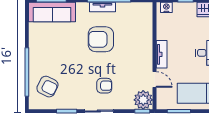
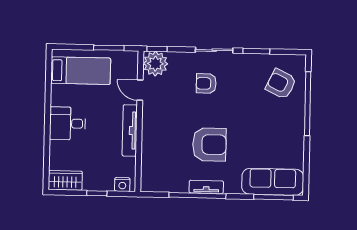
tv unit: (162, 54) -> (130, 130), width x1.41

